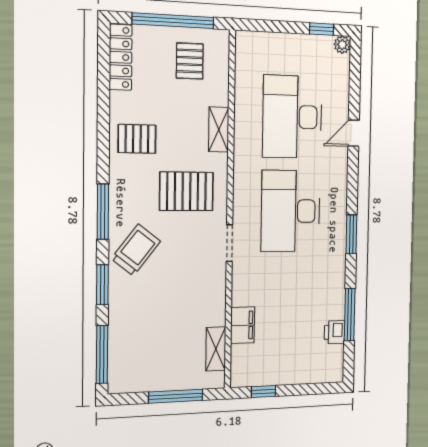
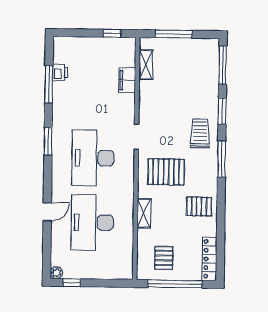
desk: (292, 117) -> (92, 222), turned 180
desk: (291, 211) -> (93, 158), turned 180
trolley: (136, 250) -> (200, 133), turned 142

